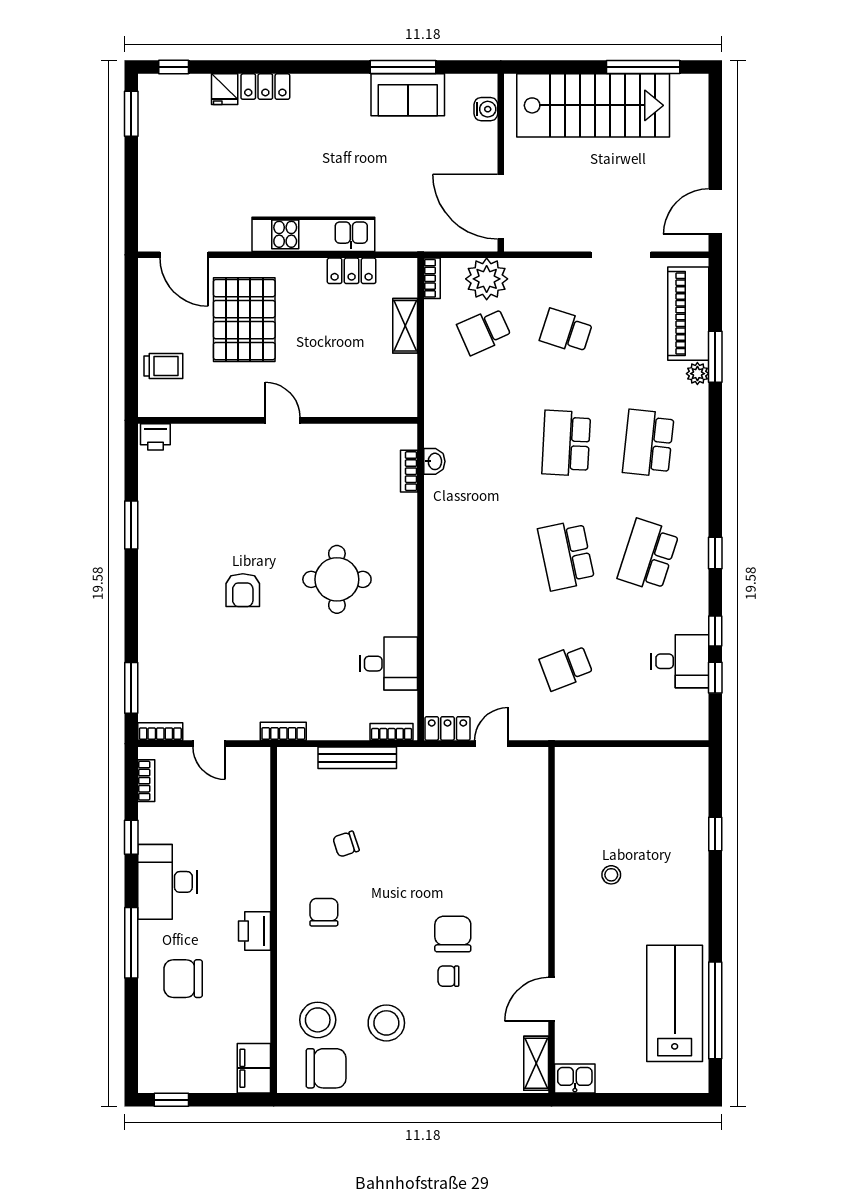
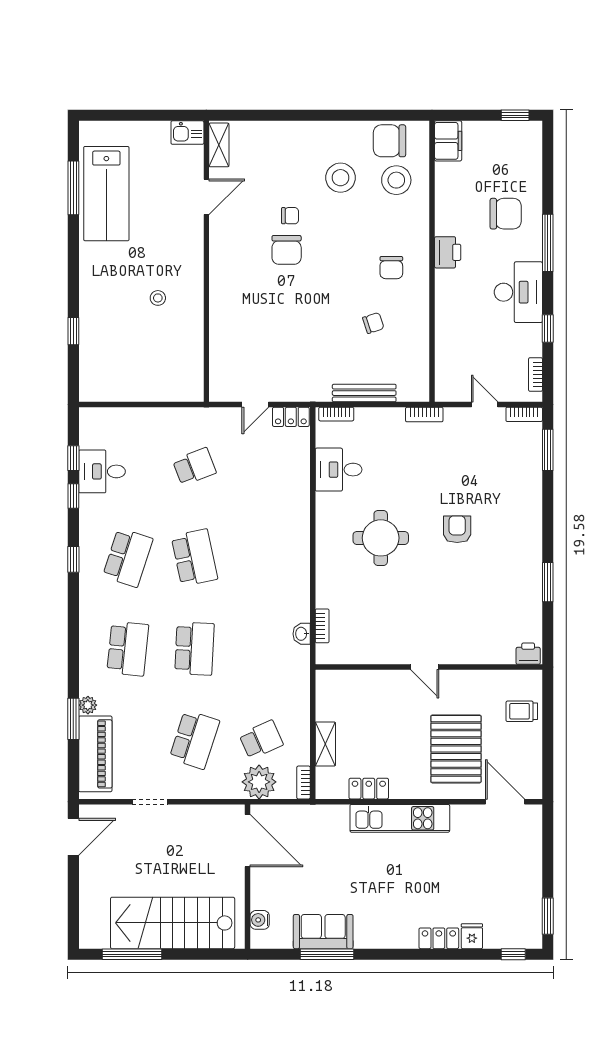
doorway: (621, 255) -> (150, 802), width x0.73
school desk: (566, 331) -> (194, 740), width x1.85
window: (715, 1010) -> (73, 188), width x0.68

